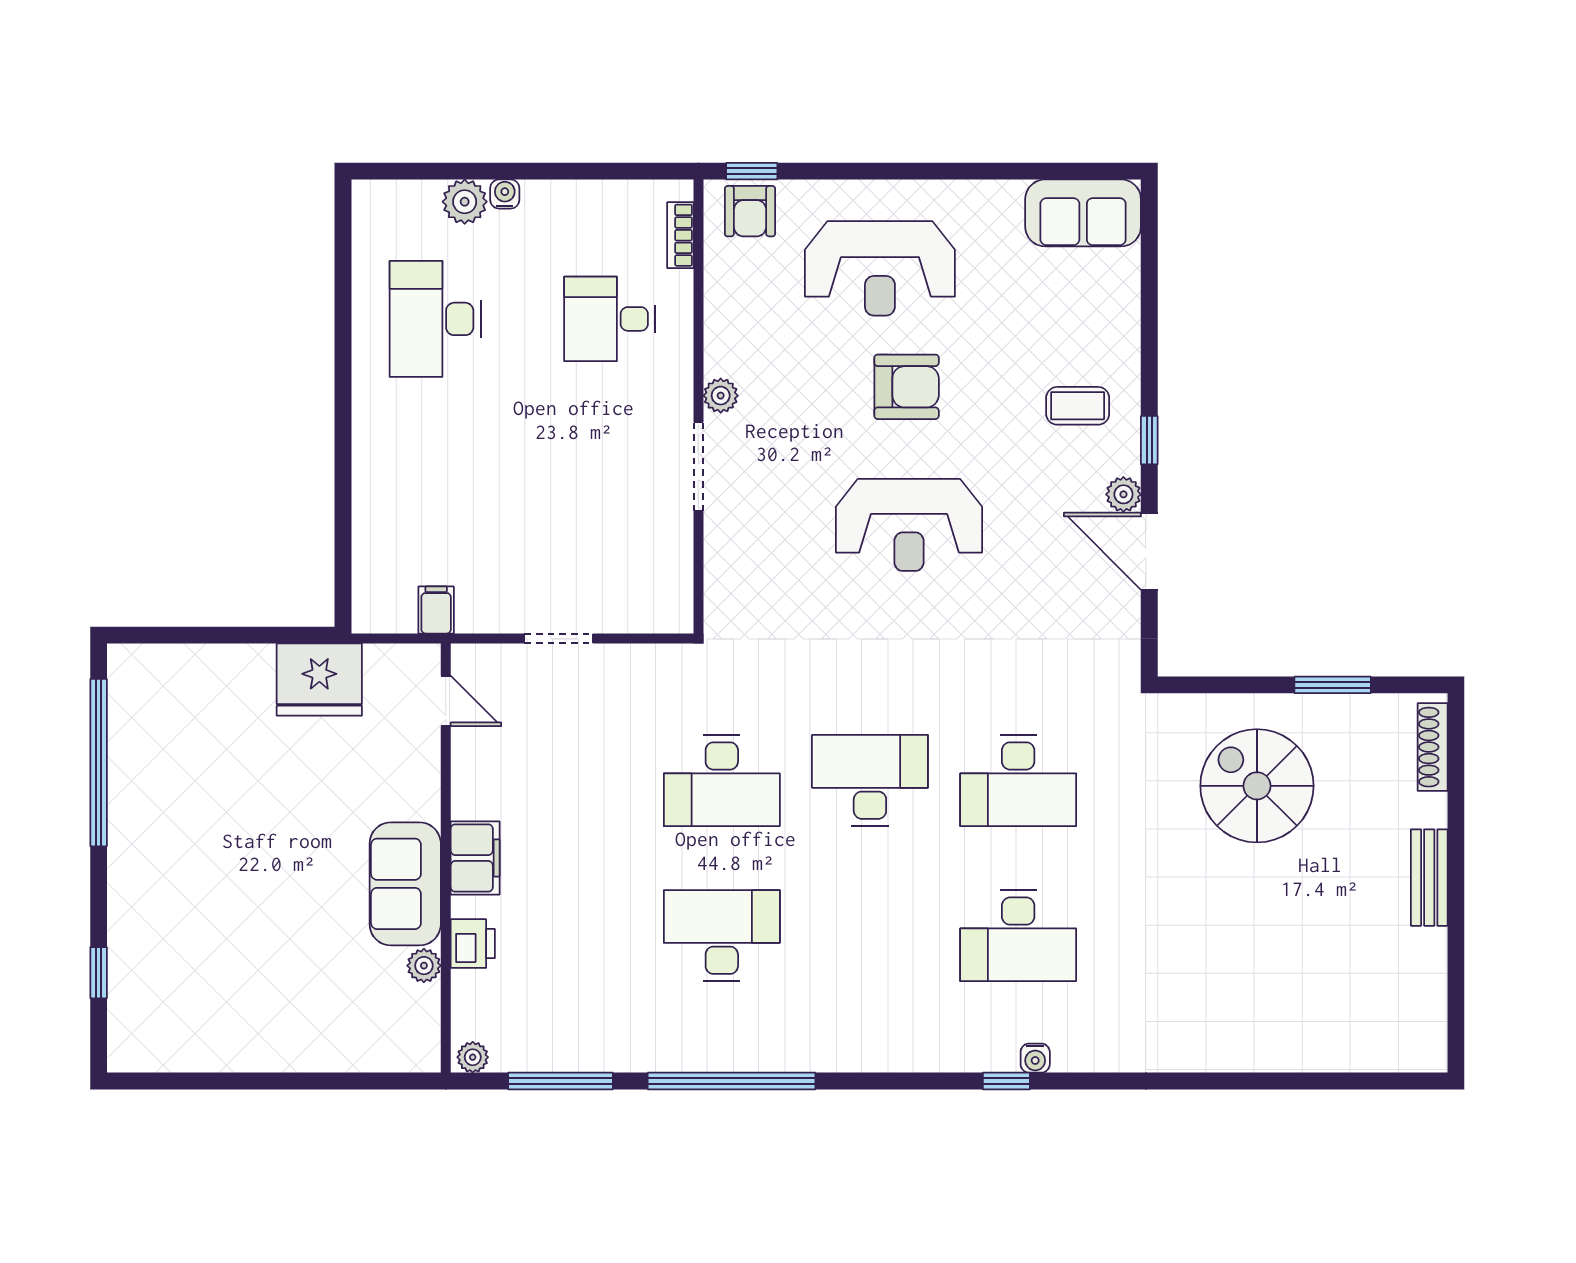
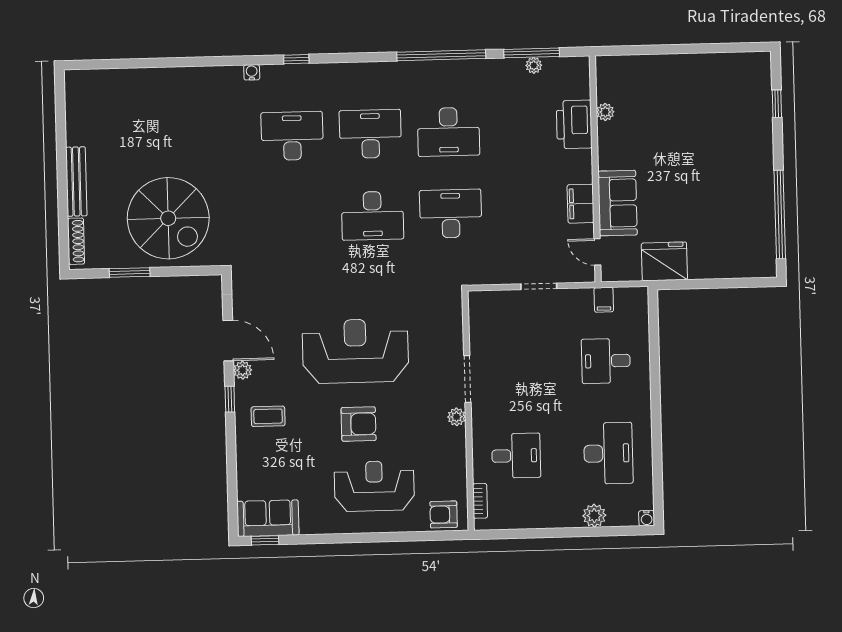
window: (752, 171) -> (265, 540), moved
water cooler: (505, 194) -> (647, 518), moved
armchair: (750, 211) -> (444, 514), turned -90
armchair: (907, 387) -> (359, 424), turned 180
desk: (435, 494) -> (606, 361), added
reception desk: (909, 525) -> (355, 351), width x1.36, depth x1.30
desk: (1018, 781) -> (370, 134), moved
spiral stairs: (1257, 786) -> (168, 218), width x1.37, depth x1.37
filing cabinet: (475, 858) -> (581, 204), moved
bench: (1429, 878) -> (76, 182), width x1.36
sofa: (405, 884) -> (618, 203), moved
printer: (473, 944) -> (574, 124), width x1.87, depth x1.48
plant: (473, 1057) -> (534, 65), moved
water cooler: (1035, 1058) -> (252, 72), moved

